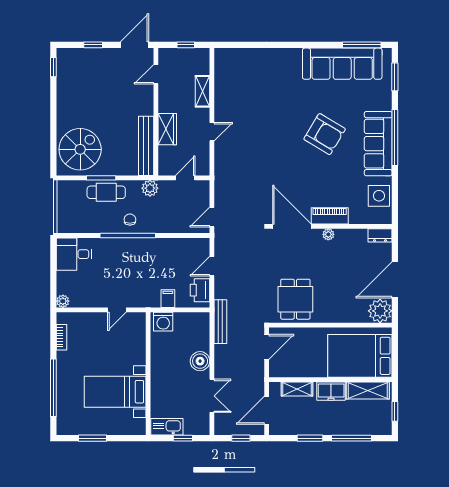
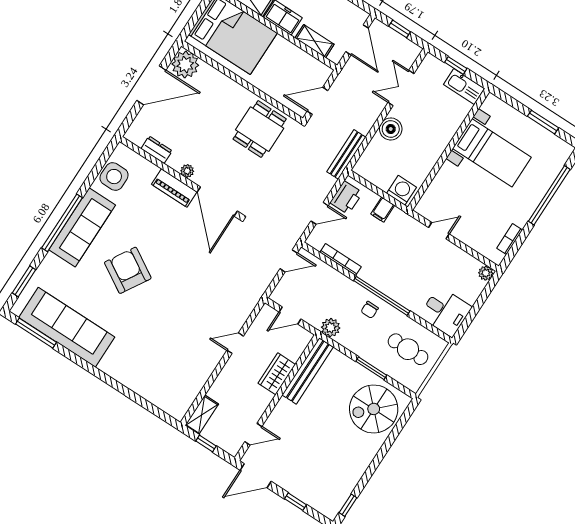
shelving: (203, 91) -> (202, 415), moved
cafe table: (106, 192) -> (408, 349), moved
dresser: (380, 235) -> (157, 150), moved
bookcase: (175, 242) -> (341, 259), added
door: (267, 410) -> (357, 40), hinge flipped

